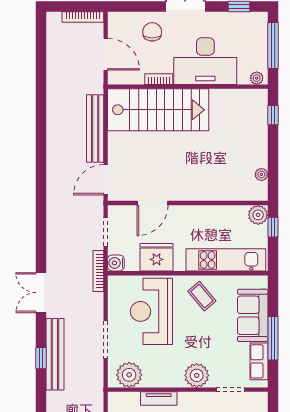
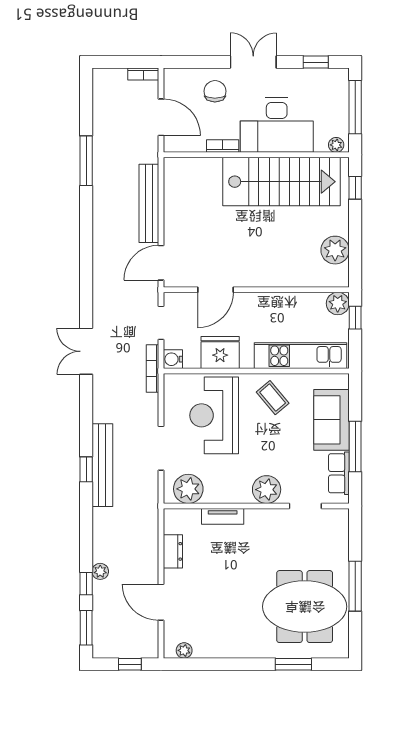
bookcase: (83, 17) -> (143, 74), width x0.64
window: (41, 92) -> (86, 161), added
stairs: (158, 110) -> (282, 182), moved
plant: (261, 175) -> (335, 250), width x1.88, depth x1.88
double door: (41, 293) -> (86, 351), moved

